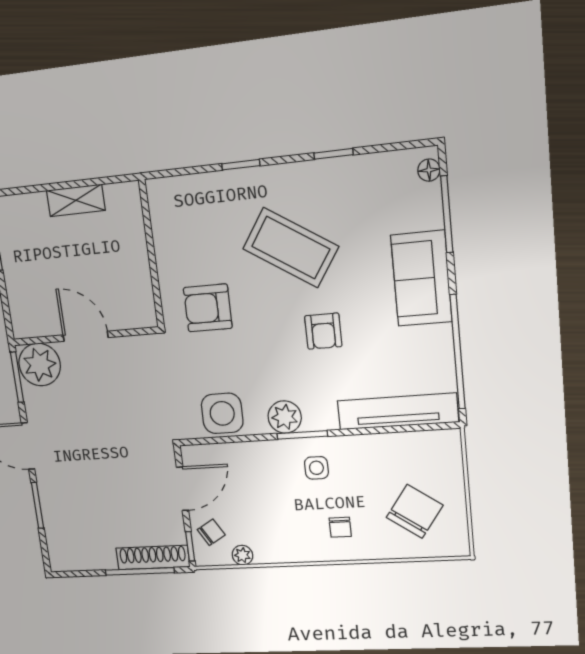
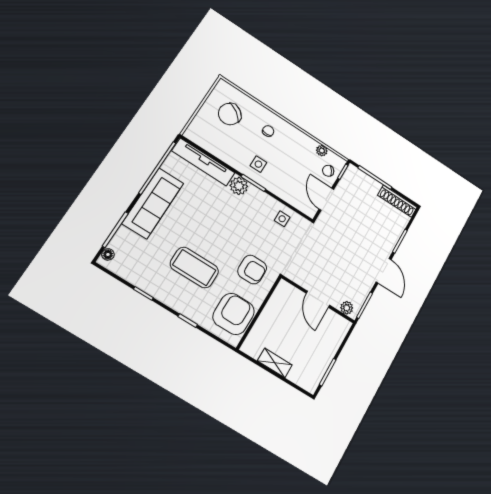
coffee table: (291, 248) -> (194, 268), turned -33
sofa: (421, 278) -> (153, 203), width x1.36
armchair: (323, 331) -> (234, 314), moved, width x1.88, depth x1.88
plant: (40, 365) -> (347, 308), width x0.53, depth x0.53
side table: (222, 413) -> (282, 219), width x0.54, depth x0.54
plant: (285, 417) -> (239, 186), moved
door: (183, 489) -> (326, 199), hinge flipped
shoe rack: (153, 558) -> (397, 201), moved

